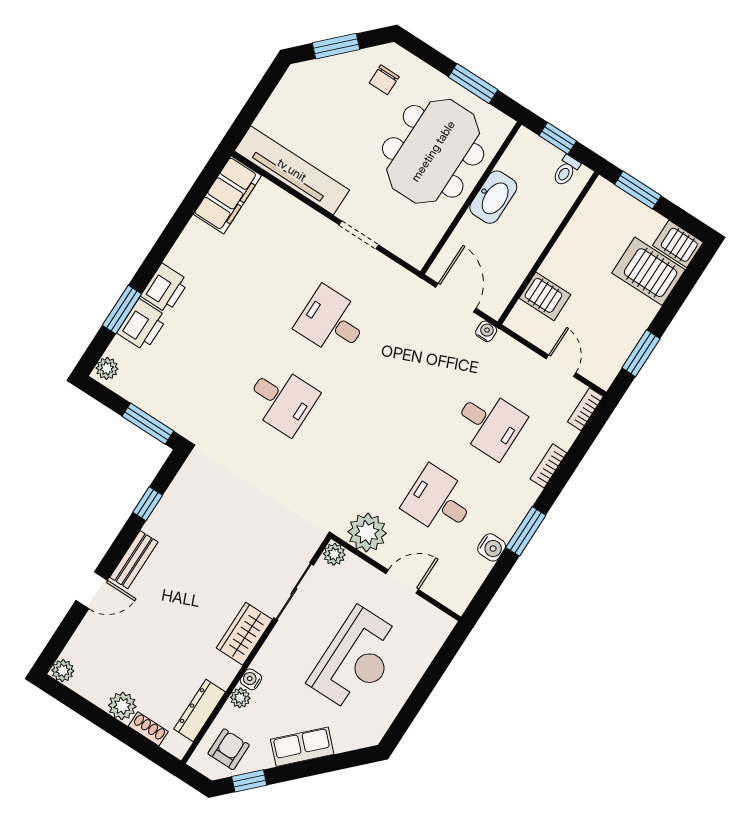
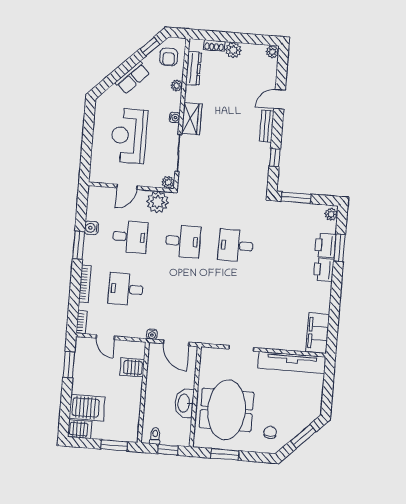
desk: (332, 322) -> (183, 241), moved
bookcase: (548, 466) -> (85, 284), width x1.56
water cooler: (251, 679) -> (175, 118), moved

